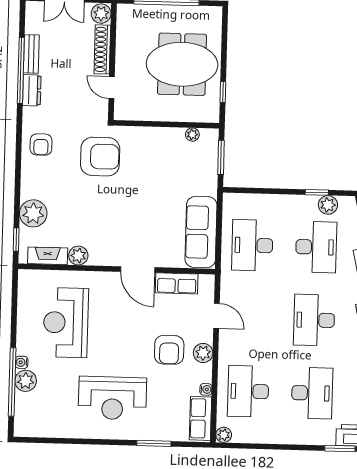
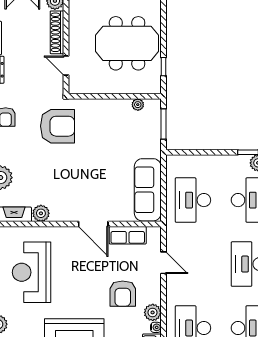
plant: (203, 353) -> (153, 312), moved

